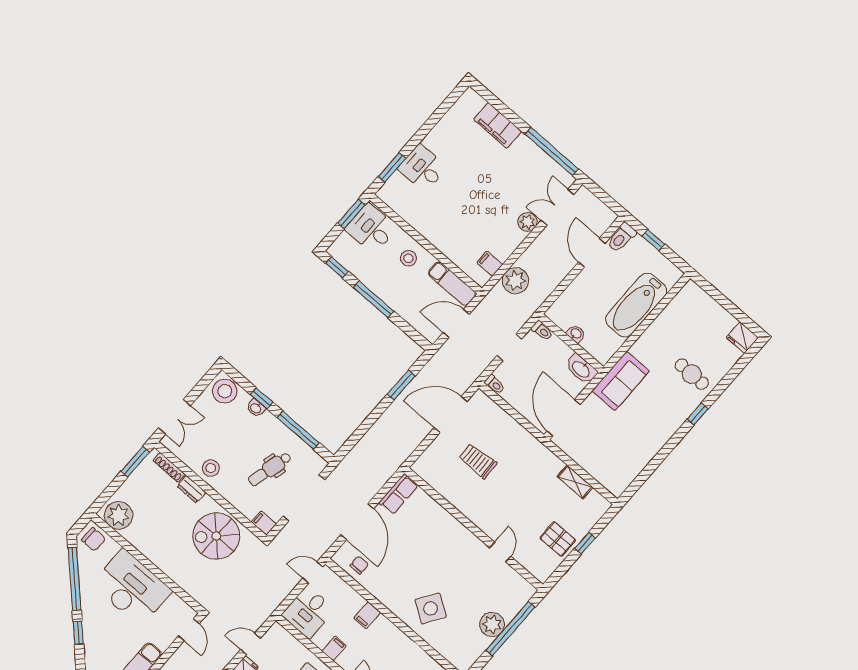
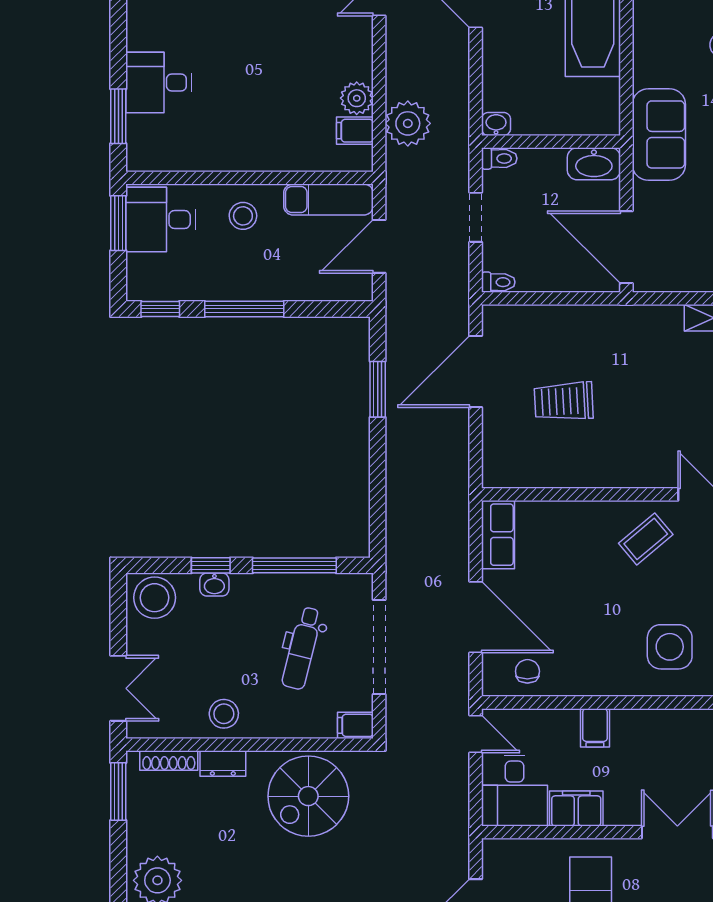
plant: (528, 222) -> (357, 98), moved
washbasin: (576, 334) -> (496, 124), moved
coffee table: (461, 552) -> (646, 539), added
door: (313, 573) -> (476, 734), swing flipped
side table: (431, 608) -> (670, 647), turned -33
filing cabinet: (334, 648) -> (576, 808), width x2.00

